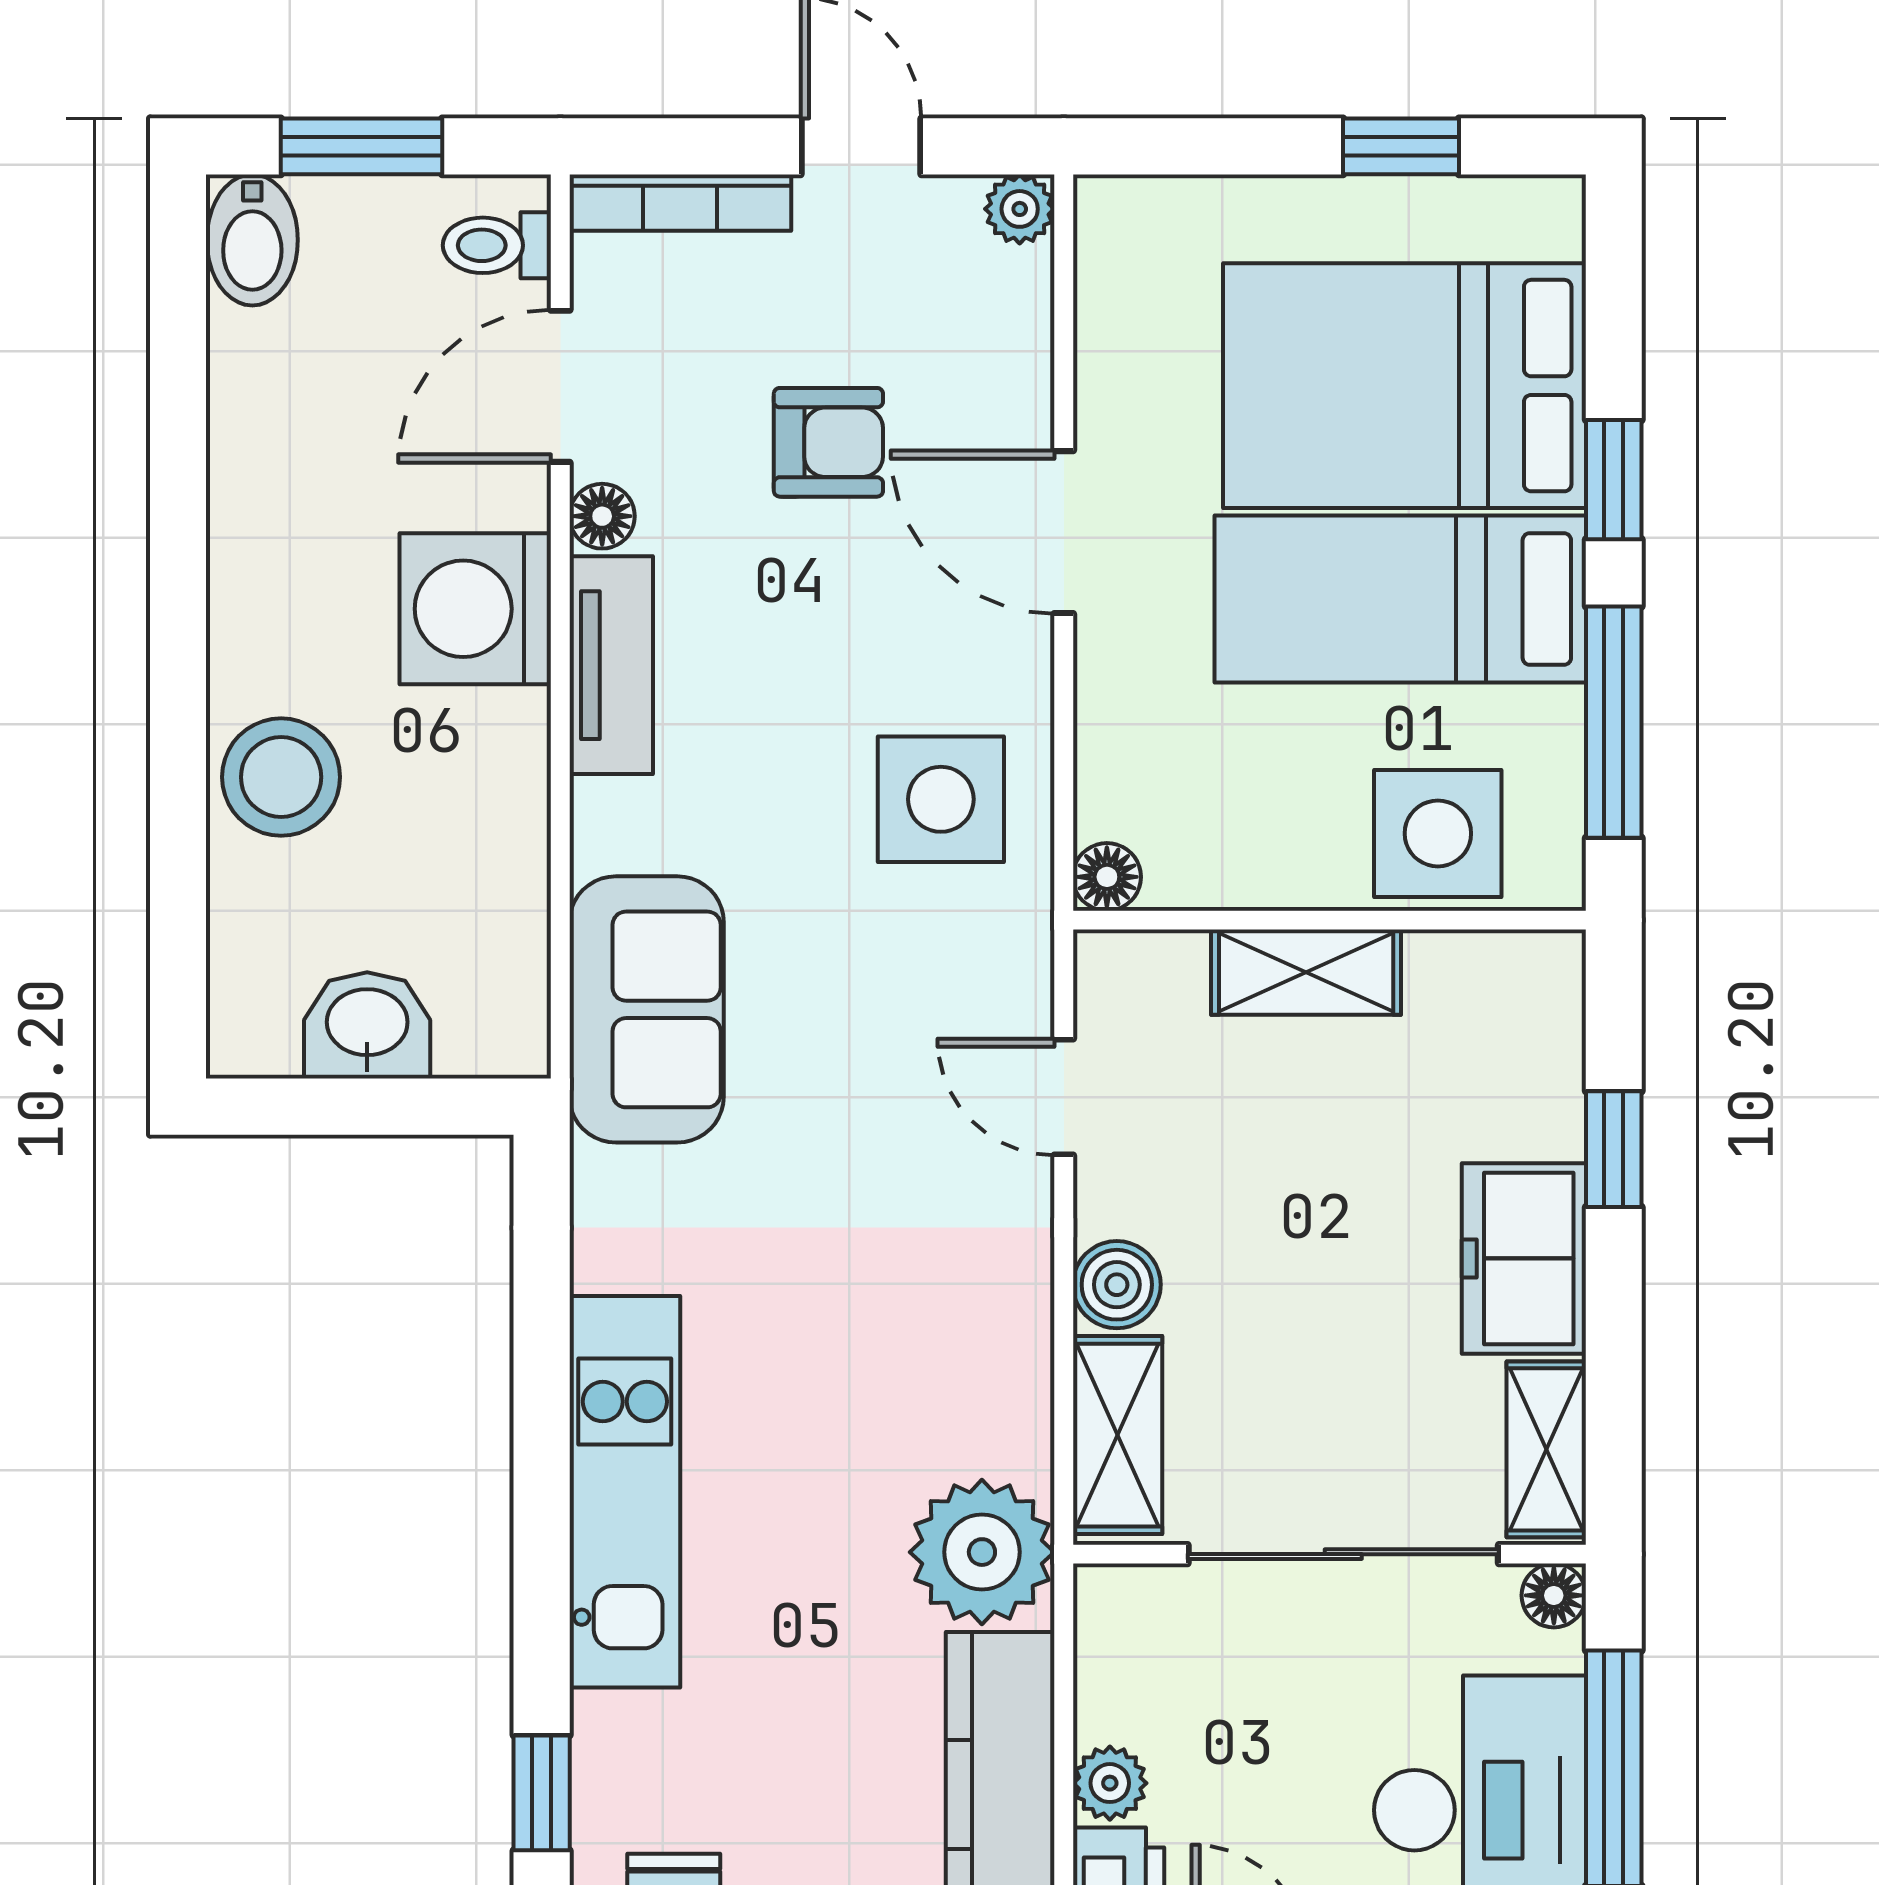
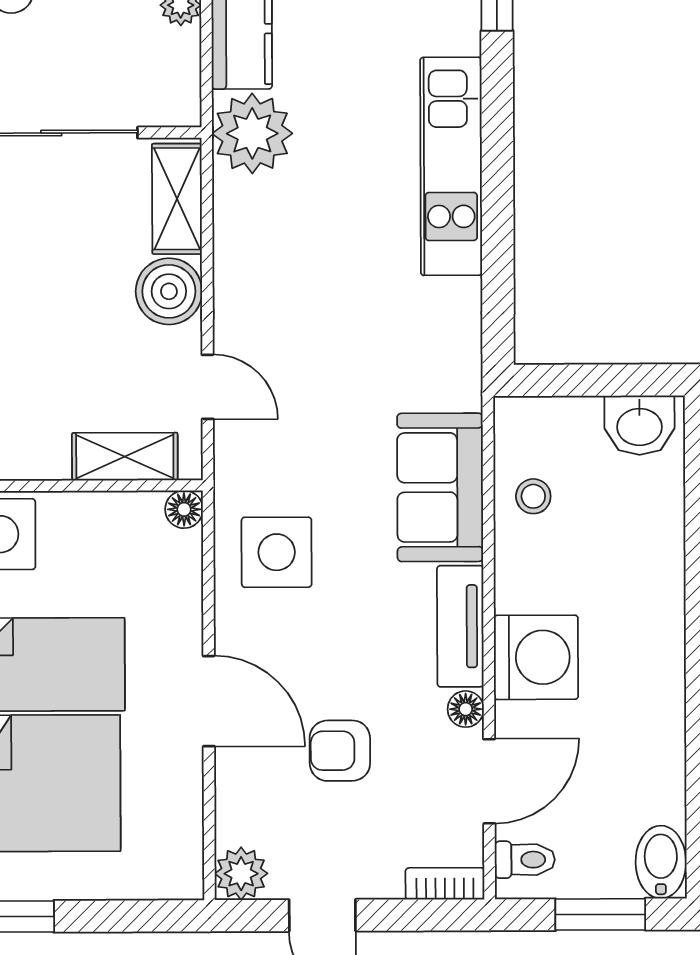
bookcase: (680, 203) -> (445, 884), width x0.64
plant: (1020, 209) -> (241, 874), width x1.38, depth x1.38
stool: (281, 777) -> (533, 496), moved, width x0.53, depth x0.53
shelving: (1306, 972) -> (125, 457), moved
sofa: (647, 1009) -> (440, 487), moved
washbasin: (367, 1025) -> (639, 425), moved
boiler: (1117, 1285) -> (169, 291), width x1.36, depth x1.36

